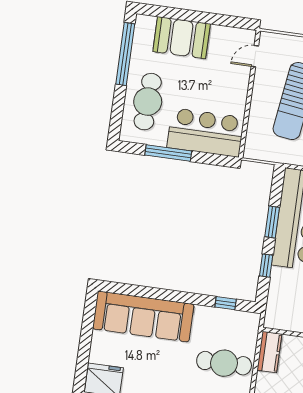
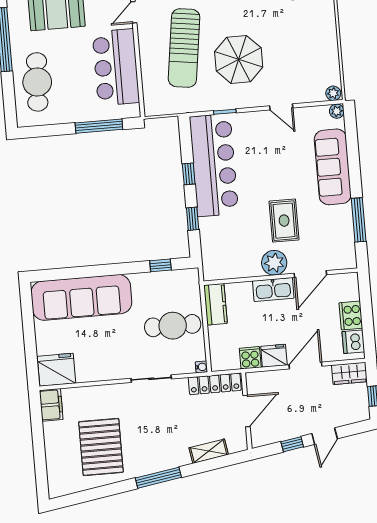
bar counter: (206, 132) -> (116, 67), moved, turned -90
window: (168, 153) -> (99, 126), moved
window: (272, 222) -> (189, 174), width x0.67

